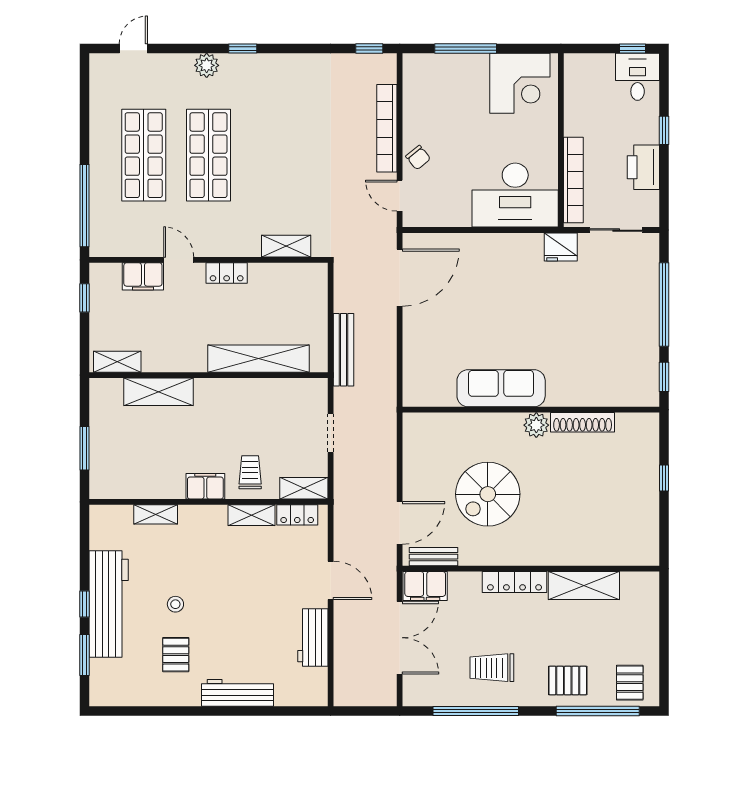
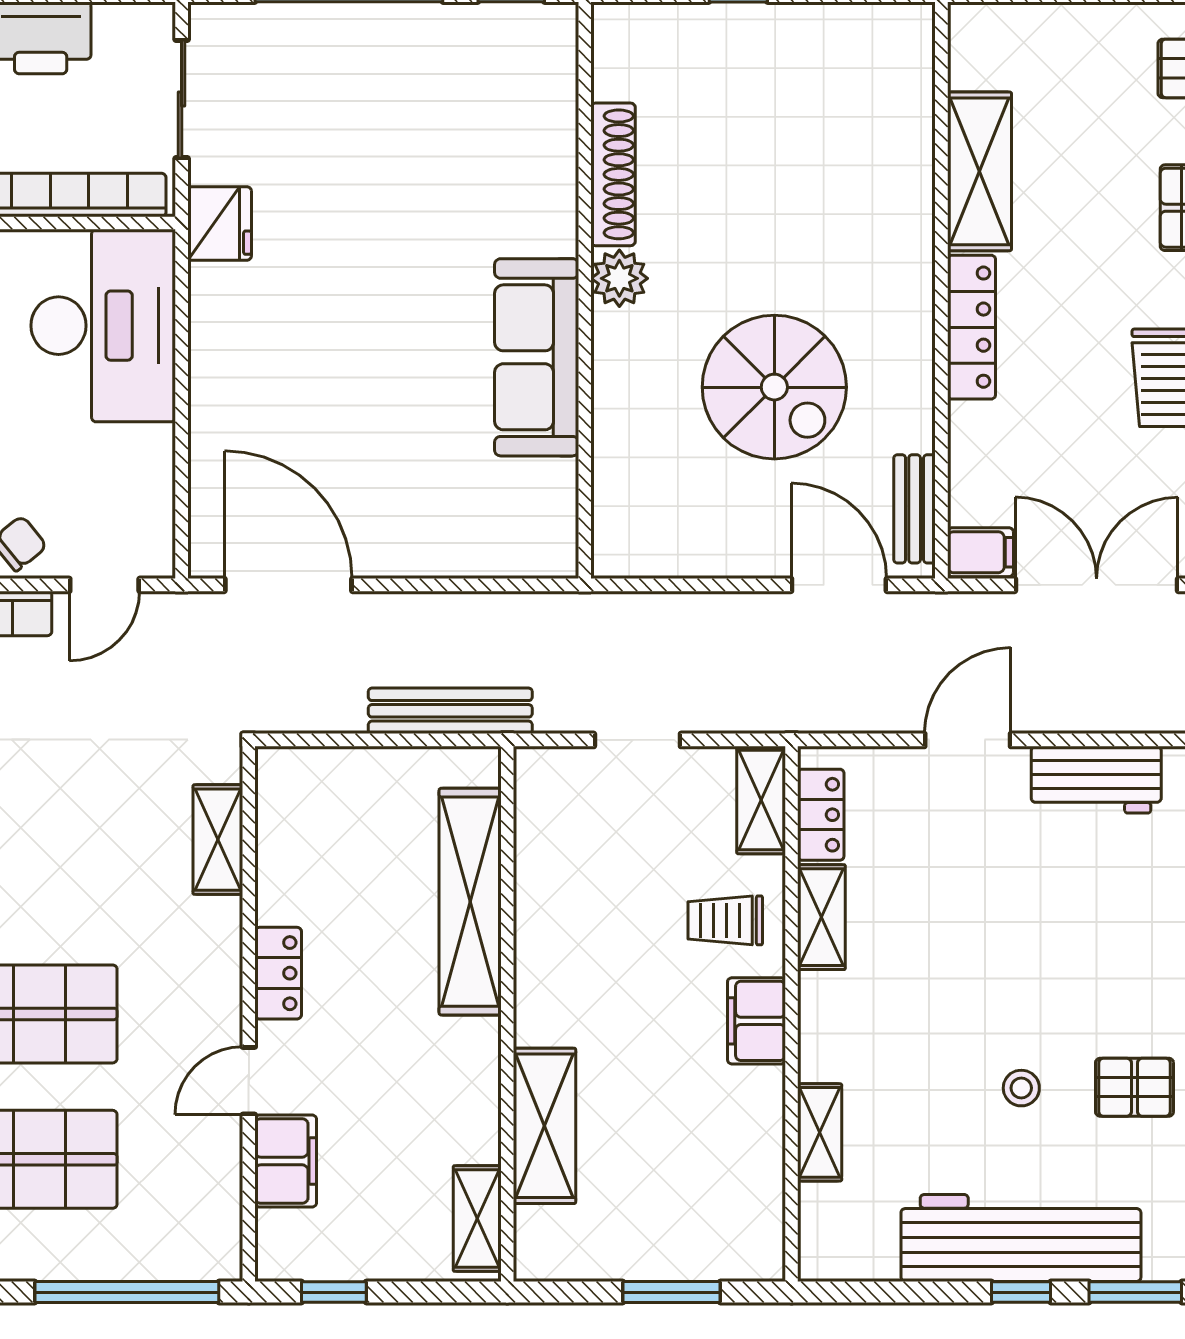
filing cabinet: (425, 586) -> (980, 552), width x0.50

